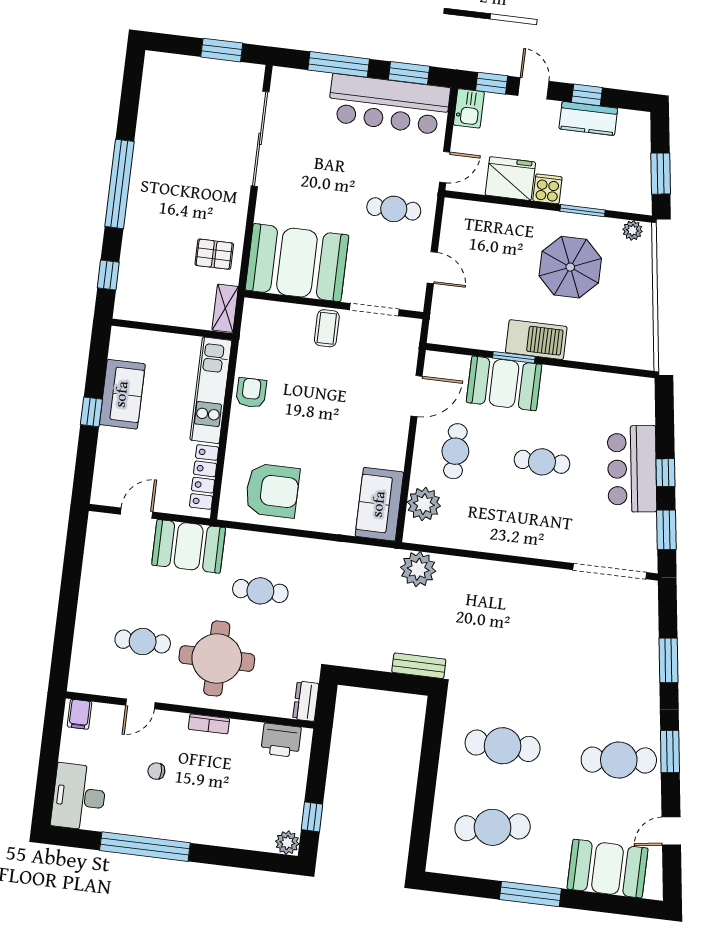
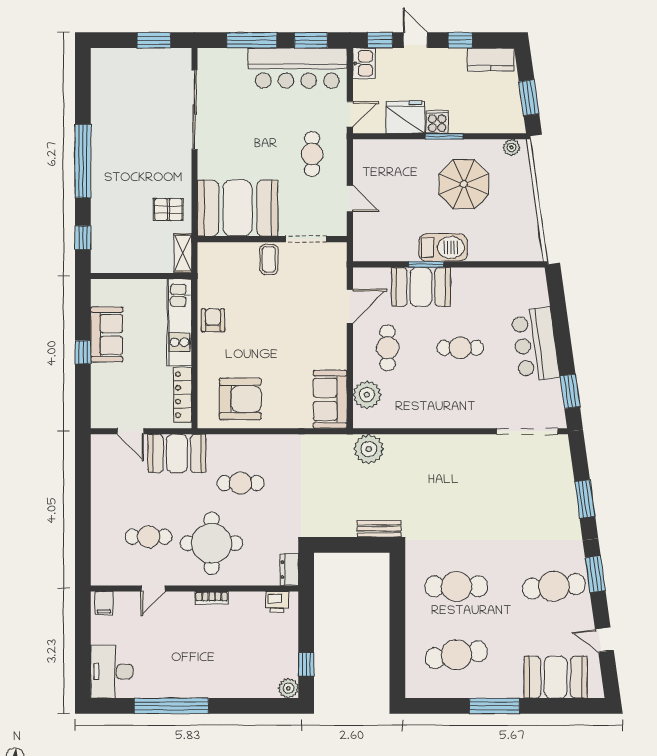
kitchen counter: (588, 119) -> (491, 60), moved
cafe table: (394, 209) -> (312, 154), turned 90
window: (583, 211) -> (444, 136), moved
window: (665, 473) -> (563, 344), removed
door: (137, 513) -> (130, 431), swing flipped
printer: (281, 740) -> (277, 602), width x0.73, depth x0.81
chair: (156, 771) -> (173, 642), removed
door: (671, 831) -> (604, 640), hinge flipped

